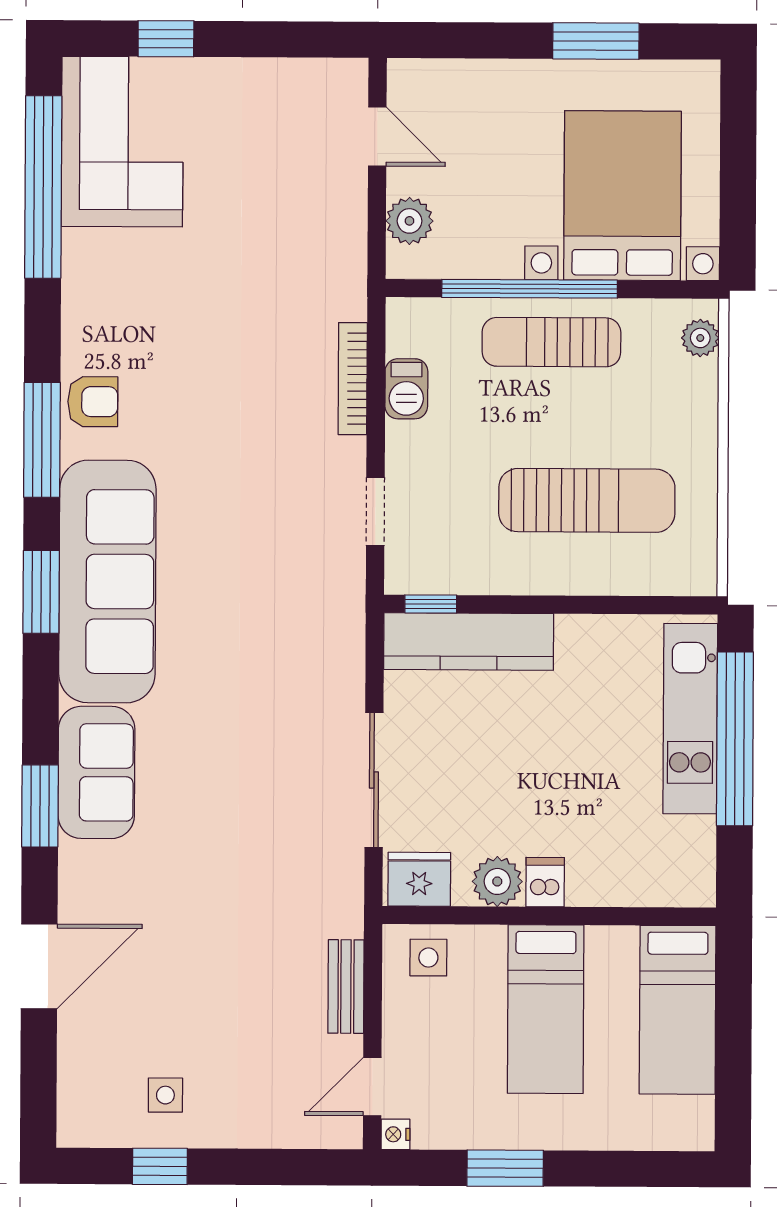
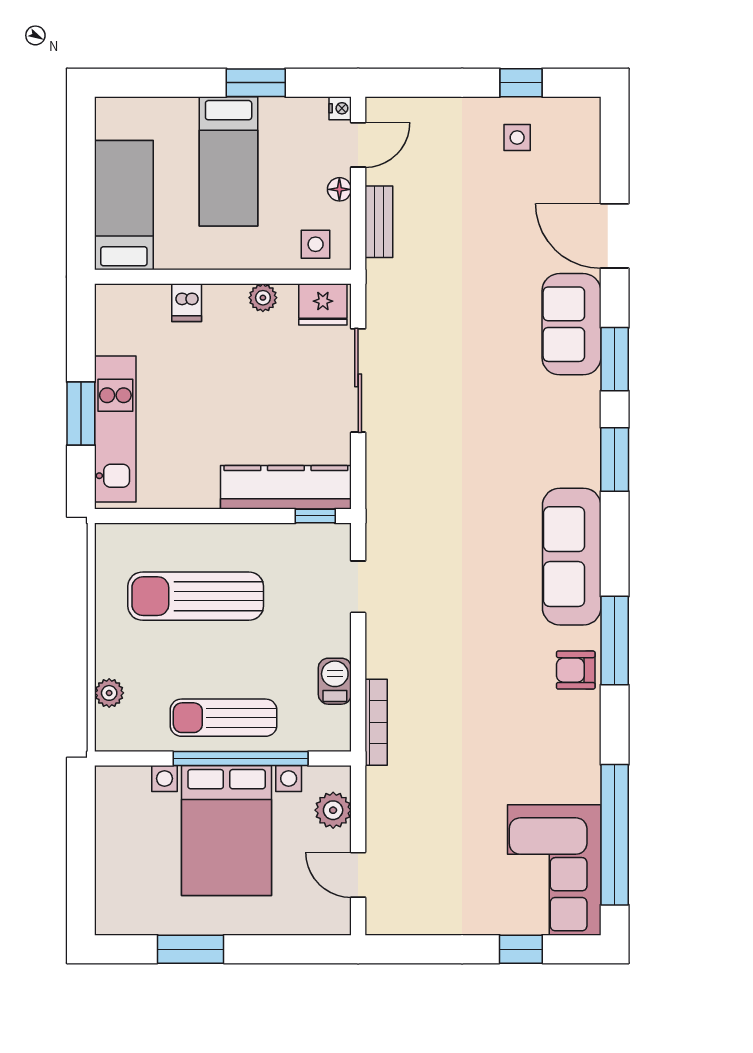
bed with nightstands: (622, 196) -> (227, 831), moved
plant: (700, 338) -> (109, 693), moved
sun lounger: (551, 342) -> (224, 718), turned 180
bookcase: (353, 379) -> (376, 722), moved
sofa: (107, 581) -> (572, 557), width x0.74, depth x0.79
window: (41, 592) -> (615, 459), moved
window: (735, 739) -> (81, 414), width x0.47
sofa: (96, 772) -> (571, 324), moved
plant: (497, 881) -> (263, 298), width x0.73, depth x0.73
dishwasher: (545, 882) -> (187, 303), moved
door: (39, 966) -> (615, 236), hinge flipped
bed: (546, 1009) -> (229, 161), moved, turned 180
floor lamp: (397, 1029) -> (339, 189), added

